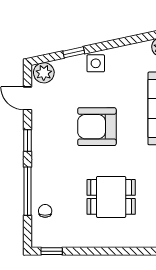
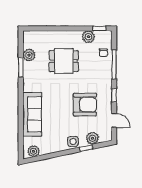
plant: (44, 73) -> (92, 138), moved
armchair: (97, 127) -> (85, 105), moved
plant: (70, 237) -> (88, 37), added

